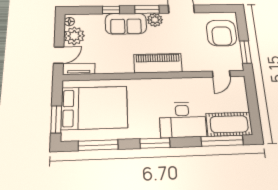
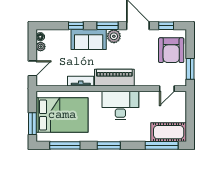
window: (213, 9) -> (166, 26), added
plant: (74, 36) -> (41, 47), width x0.53, depth x0.53
tv unit: (79, 69) -> (81, 81), moved
desk: (183, 120) -> (120, 105), moved, turned 180

